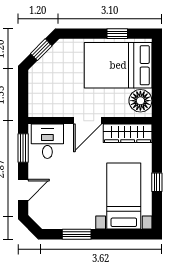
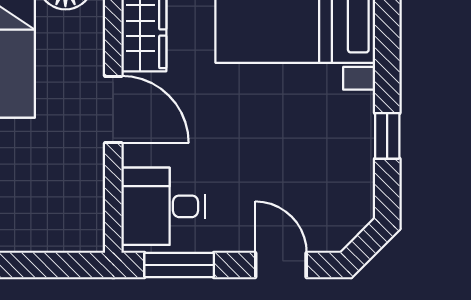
window: (77, 234) -> (387, 136), width x0.67

